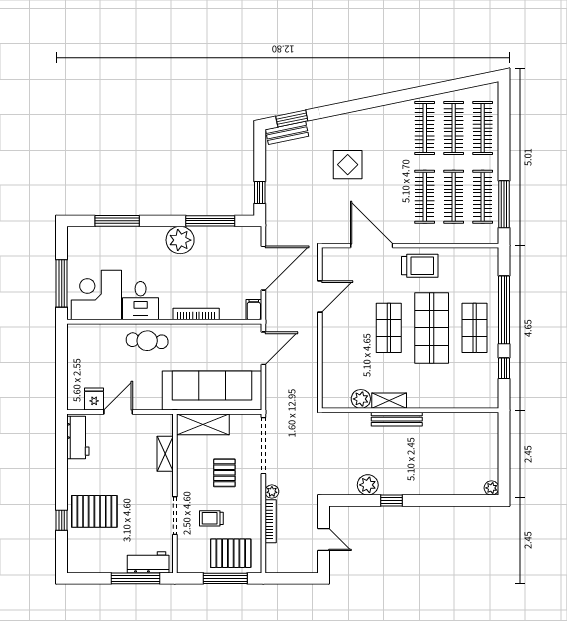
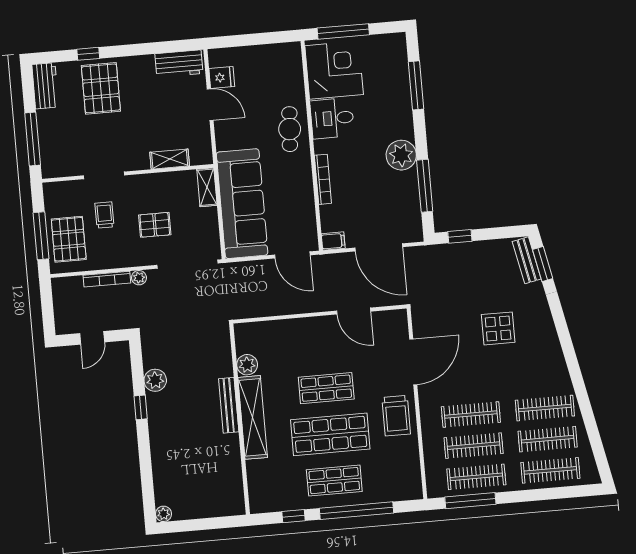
shelving: (389, 401) -> (253, 417), width x2.20, depth x1.33
shelving: (203, 424) -> (207, 187), width x0.67, depth x0.75
workbench: (148, 562) -> (45, 86), moved

